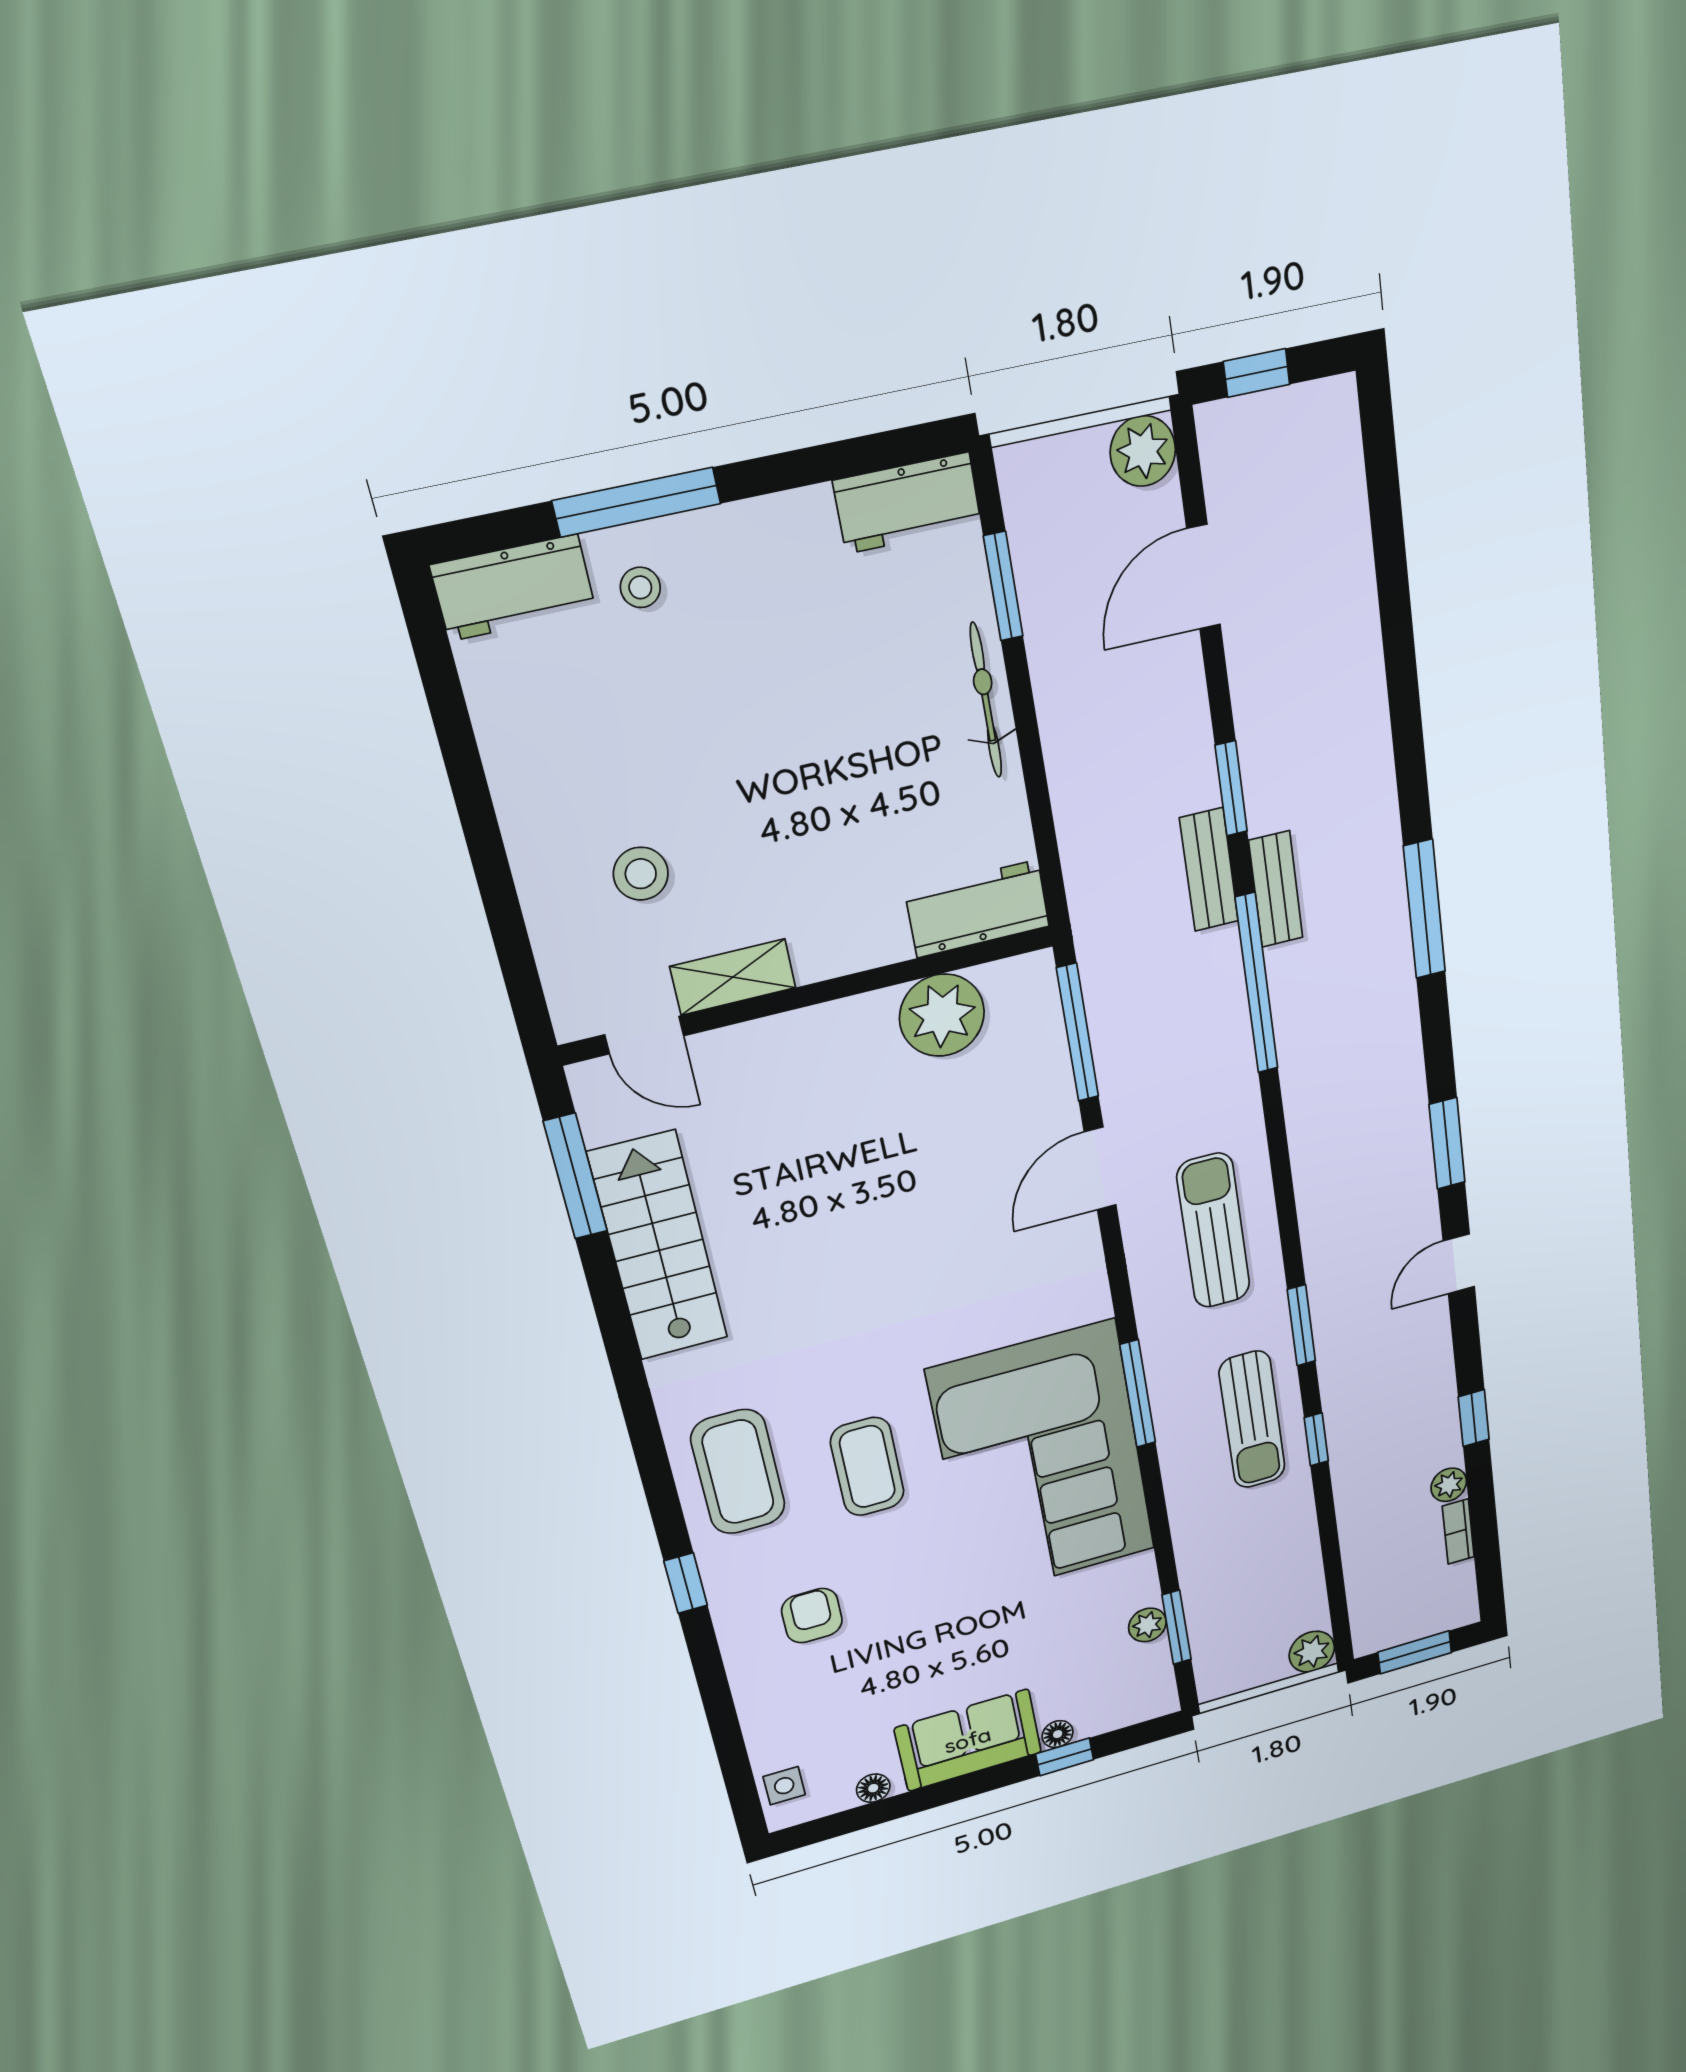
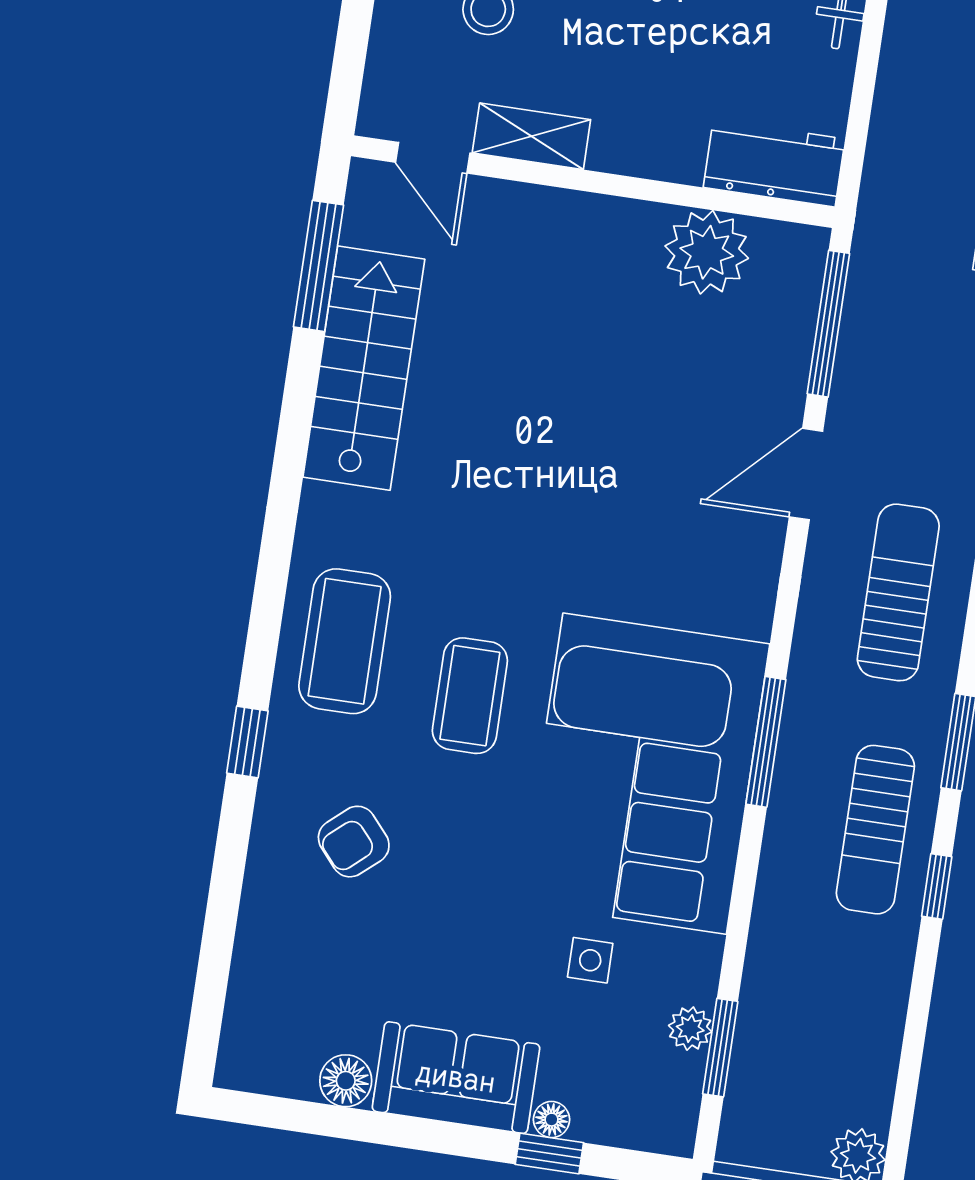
armchair: (812, 1616) -> (354, 842), turned -131
side table: (784, 1786) -> (590, 960), moved
floor lamp: (873, 1788) -> (346, 1081), width x1.37, depth x1.37

